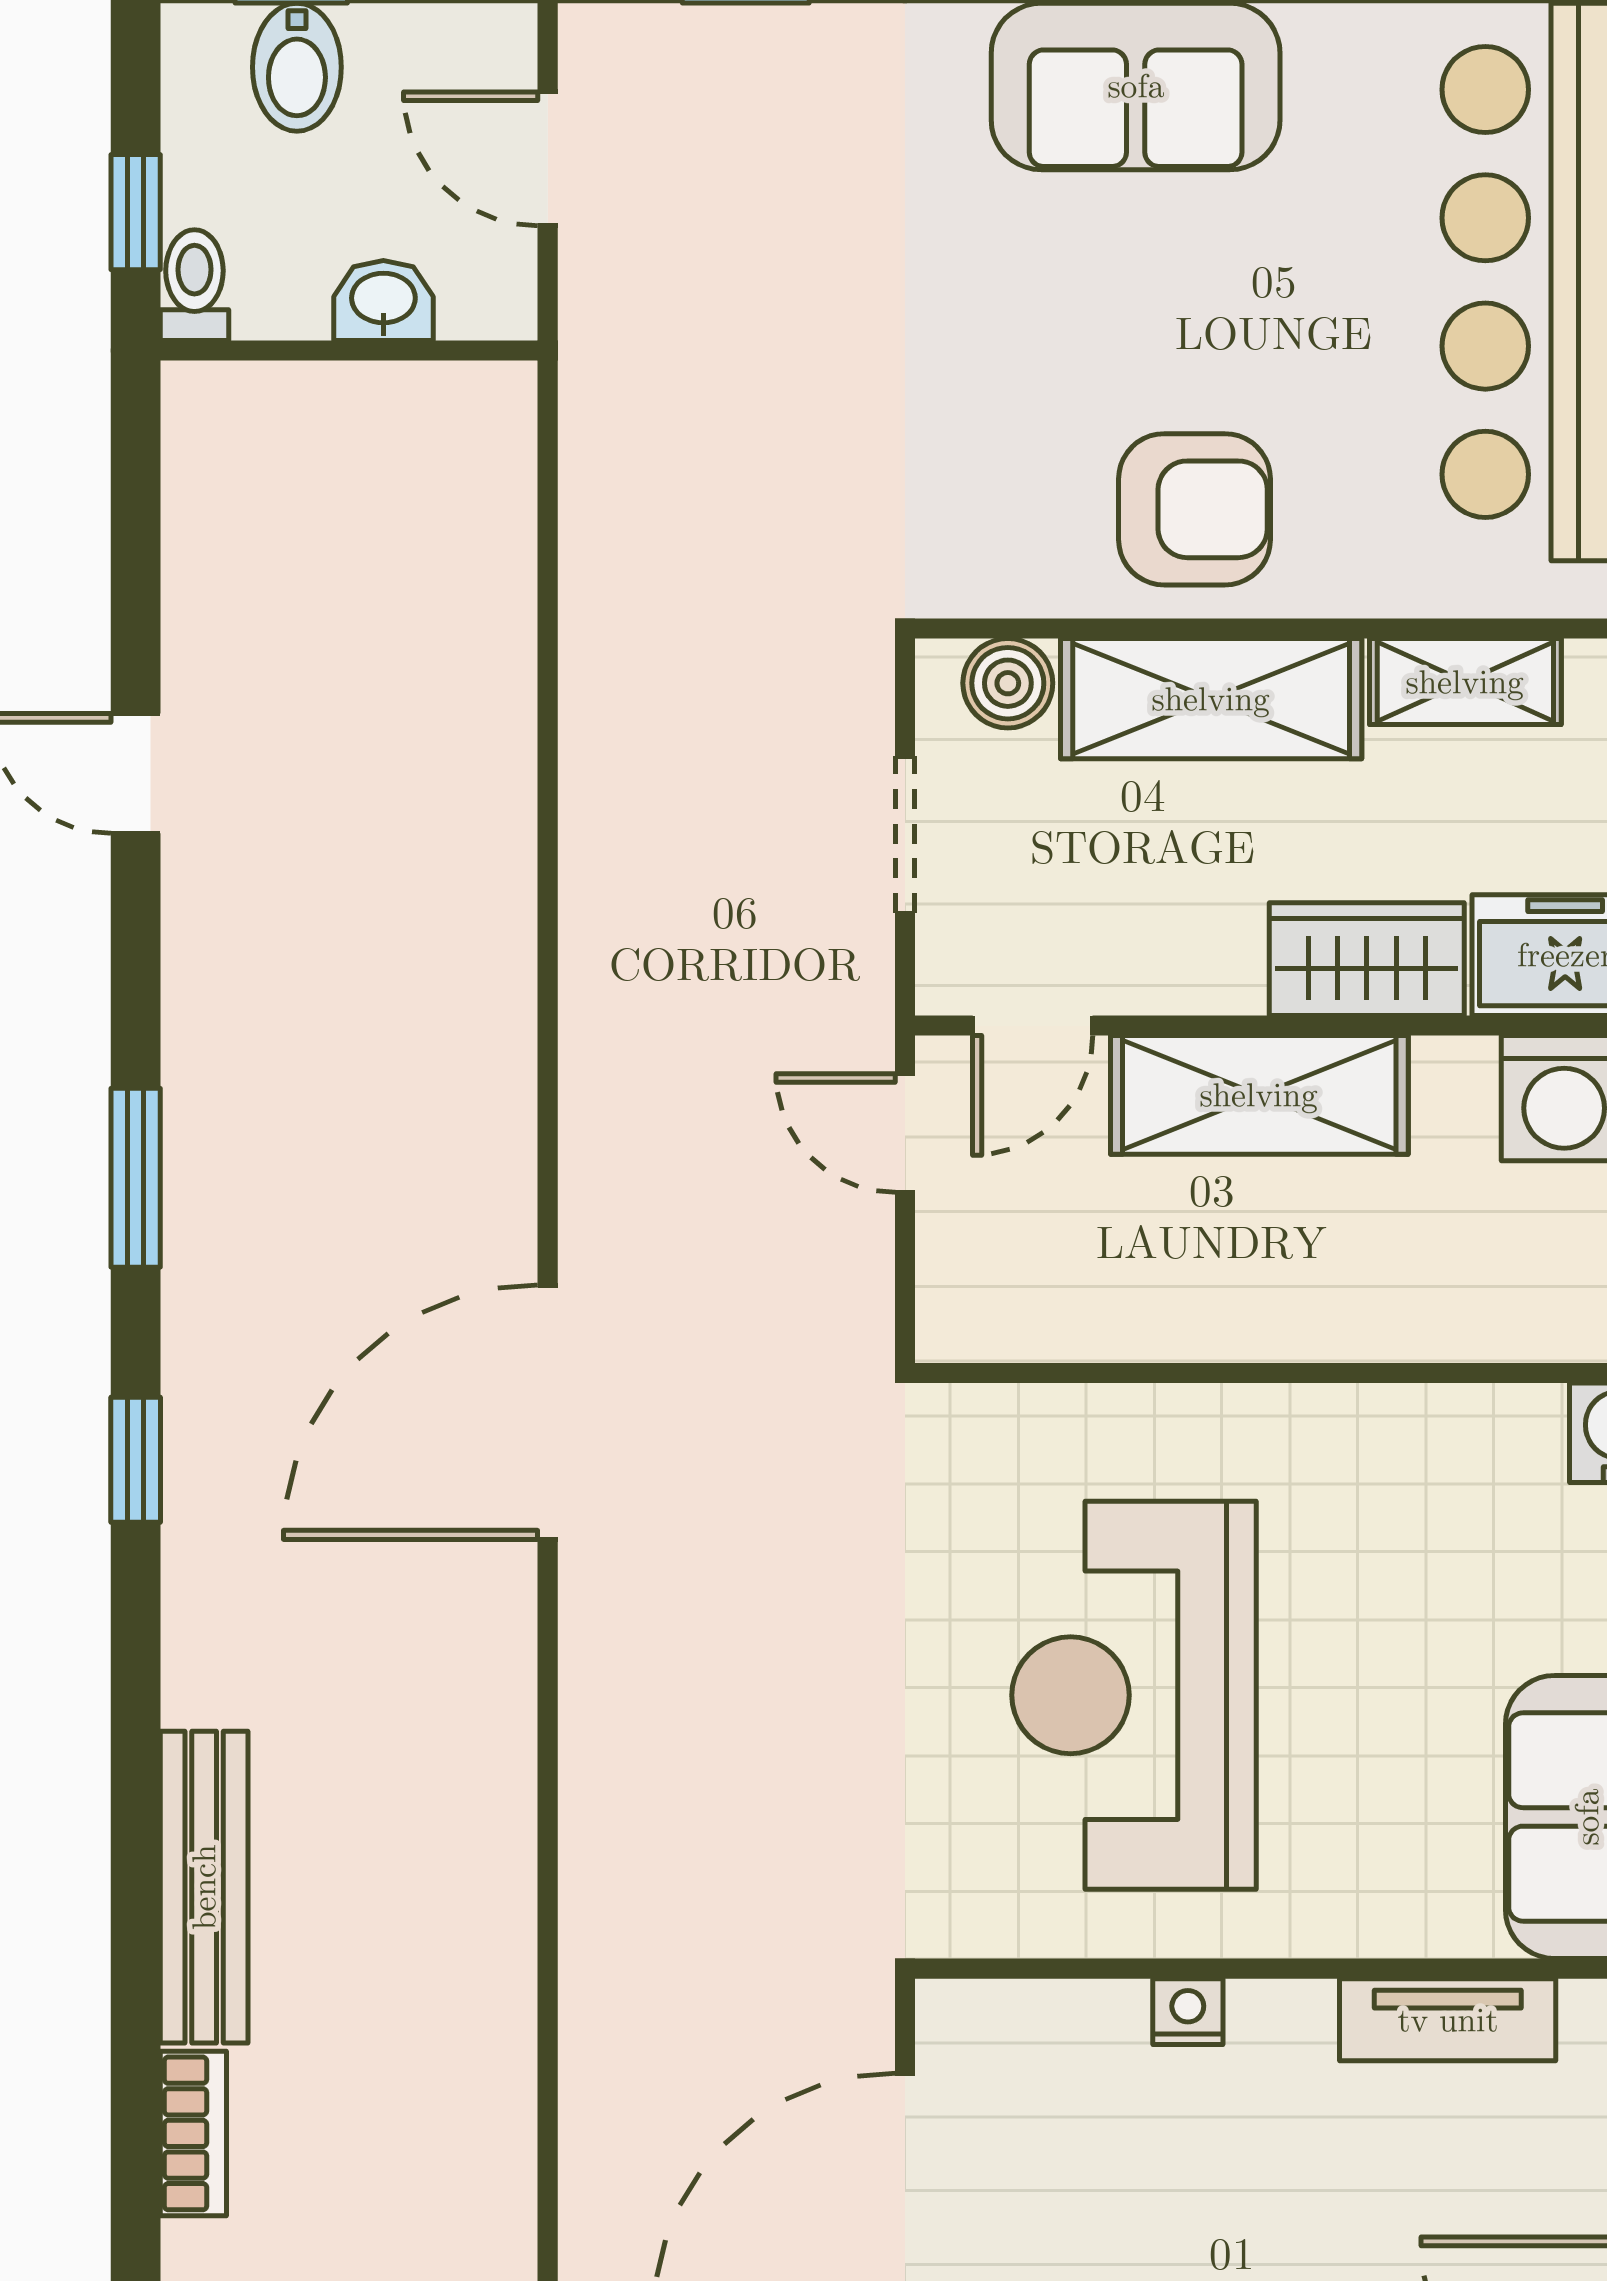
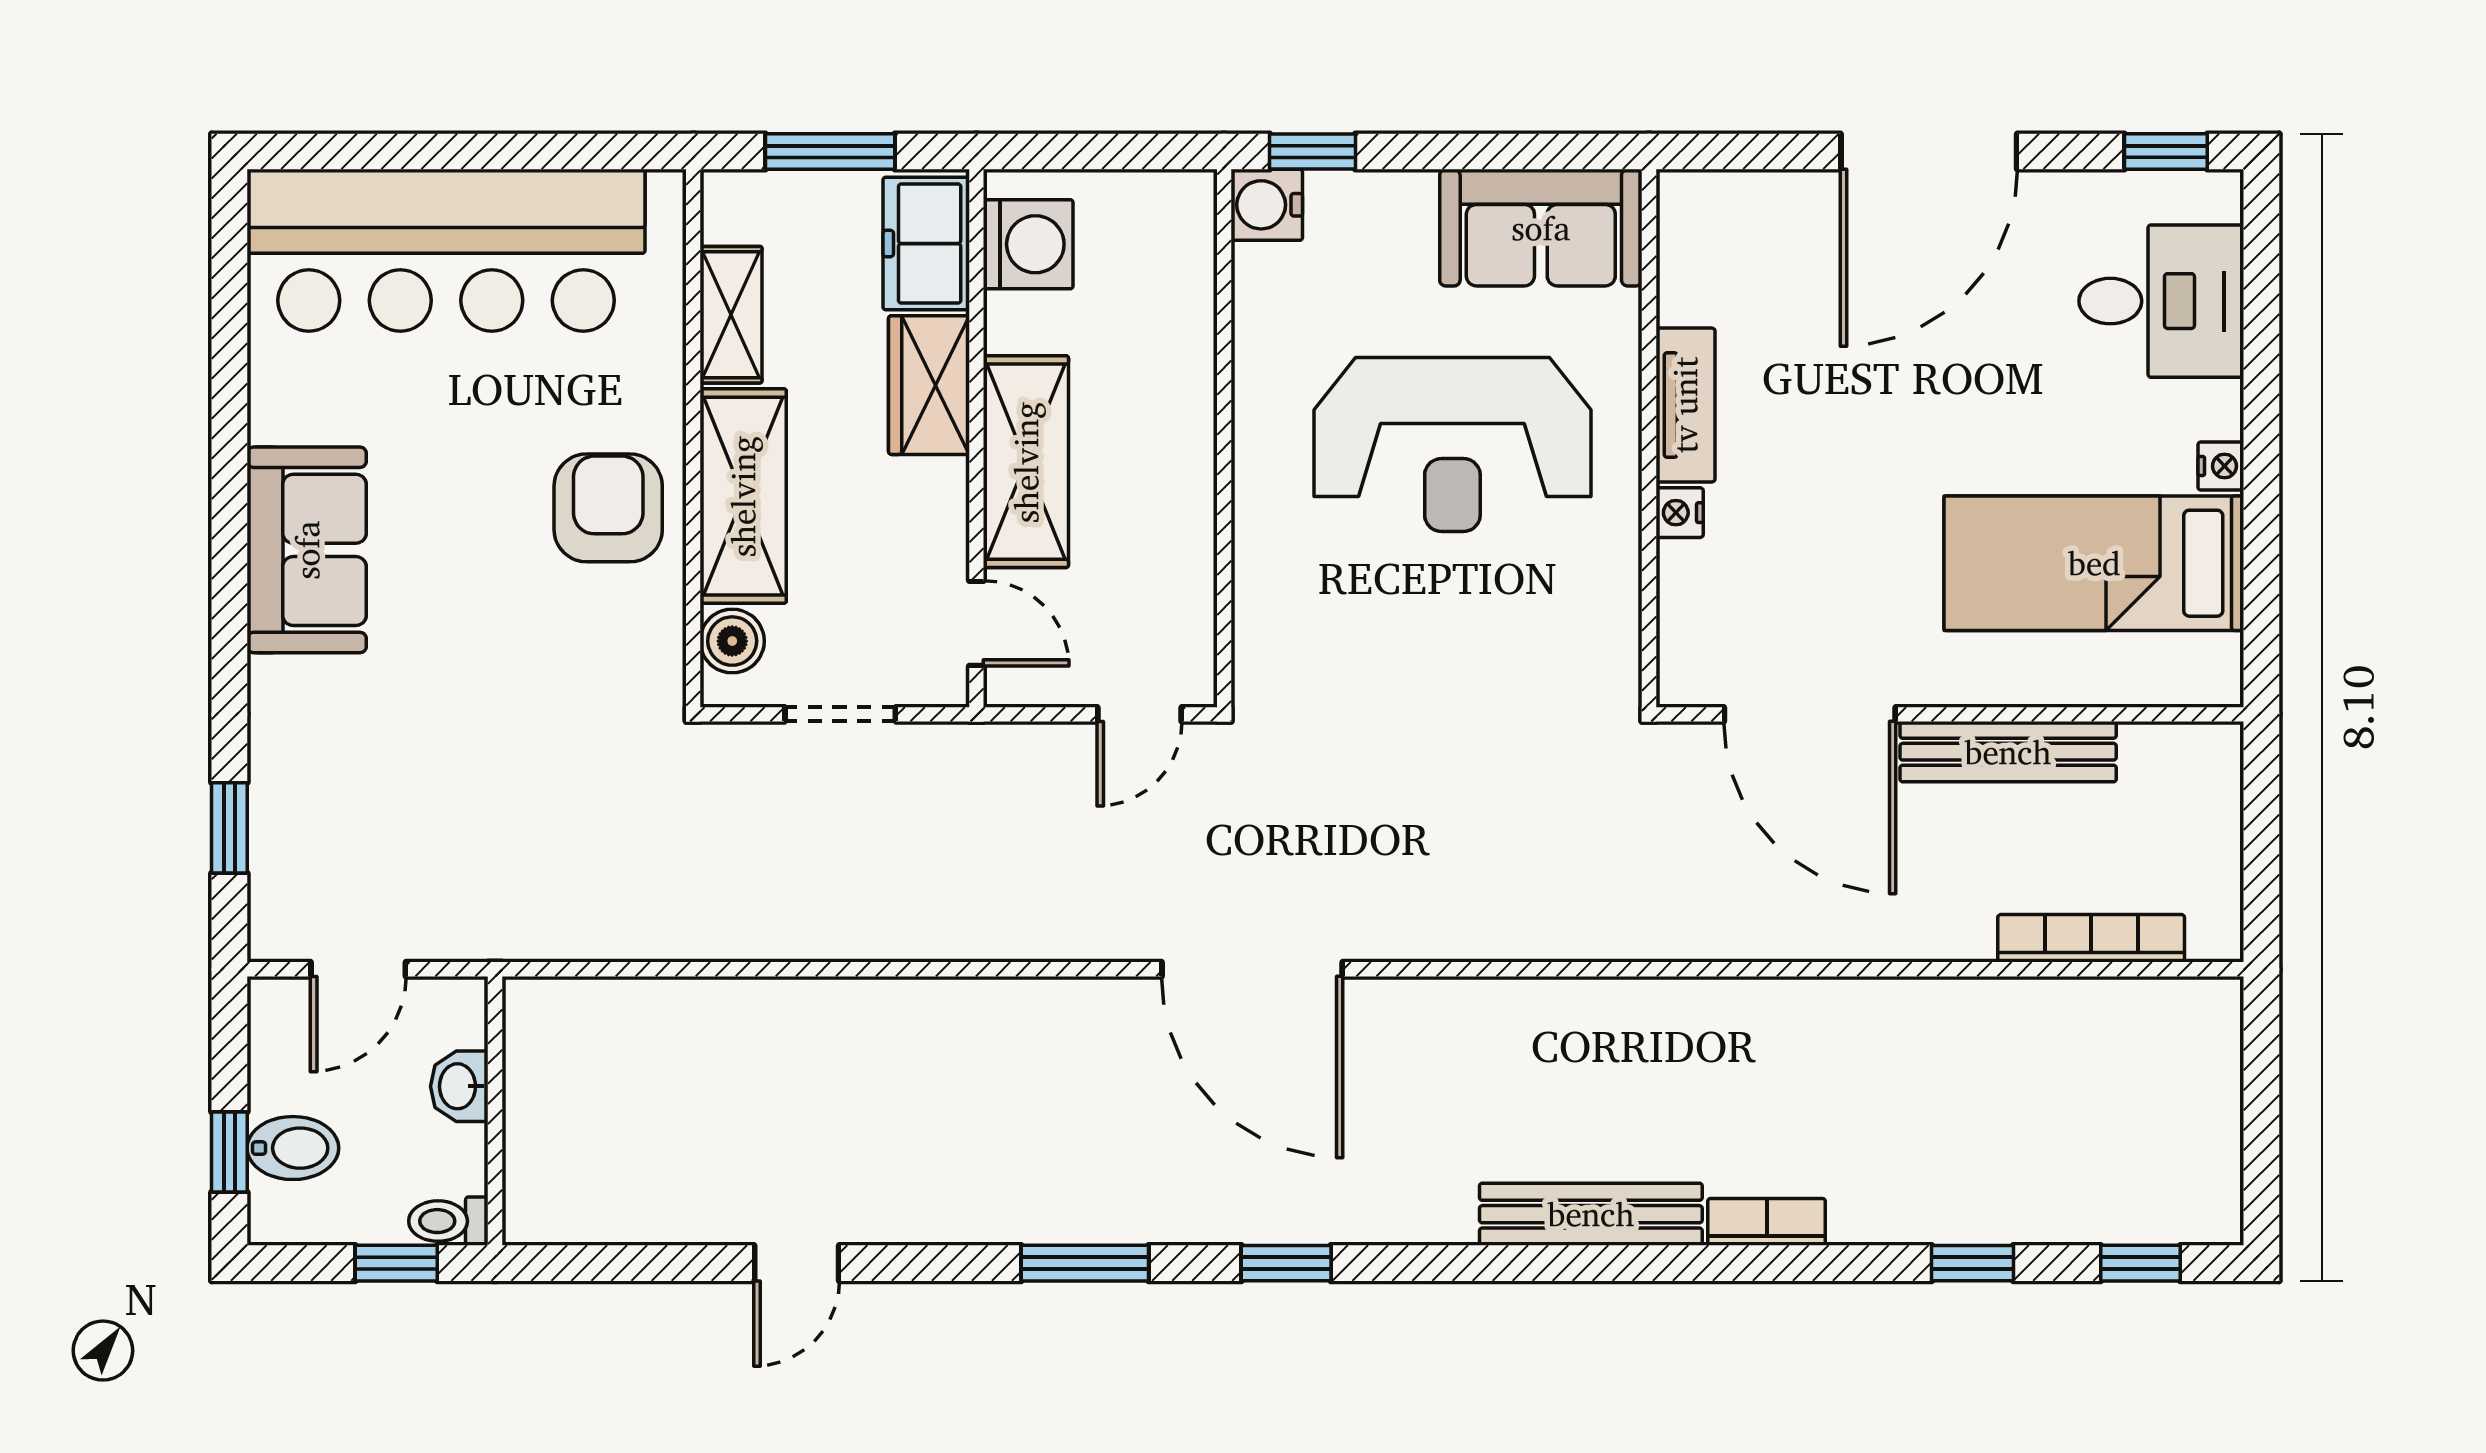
door: (905, 1133) -> (1139, 714), moved
reception desk: (1134, 1695) -> (1452, 445), moved
tv unit: (1448, 2020) -> (1685, 405), moved

